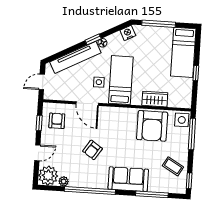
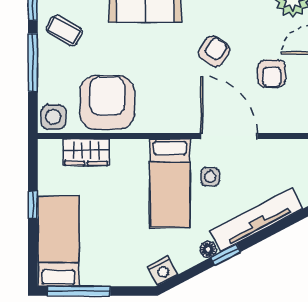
window: (159, 24) -> (79, 291), moved
wardrobe: (155, 99) -> (86, 152), moved
door: (87, 104) -> (229, 136), width x1.36
armchair: (57, 121) -> (272, 74), moved
window: (192, 134) -> (33, 63), moved

